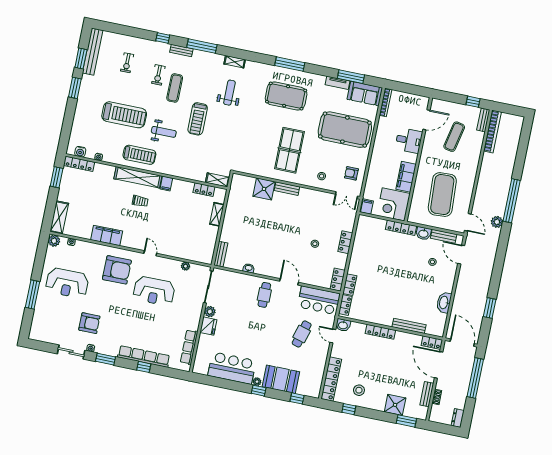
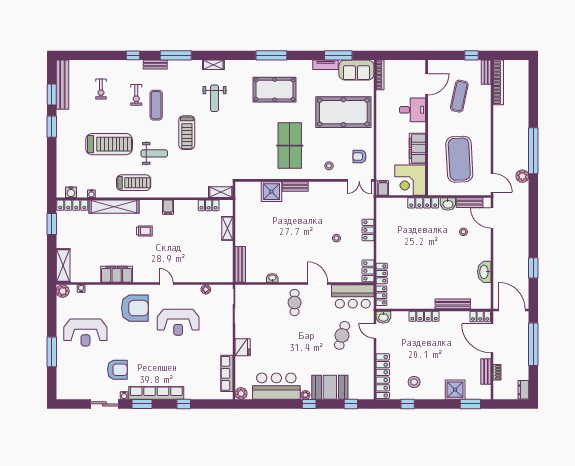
weight bench: (229, 93) -> (215, 98), turned 180
shelving: (138, 177) -> (114, 207), moved
bench: (221, 254) -> (240, 264), width x1.36
plant: (210, 312) -> (241, 393), moved
row of seats: (144, 356) -> (156, 393), moved

